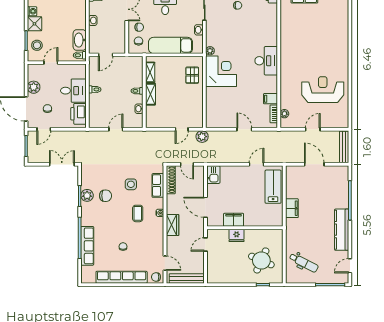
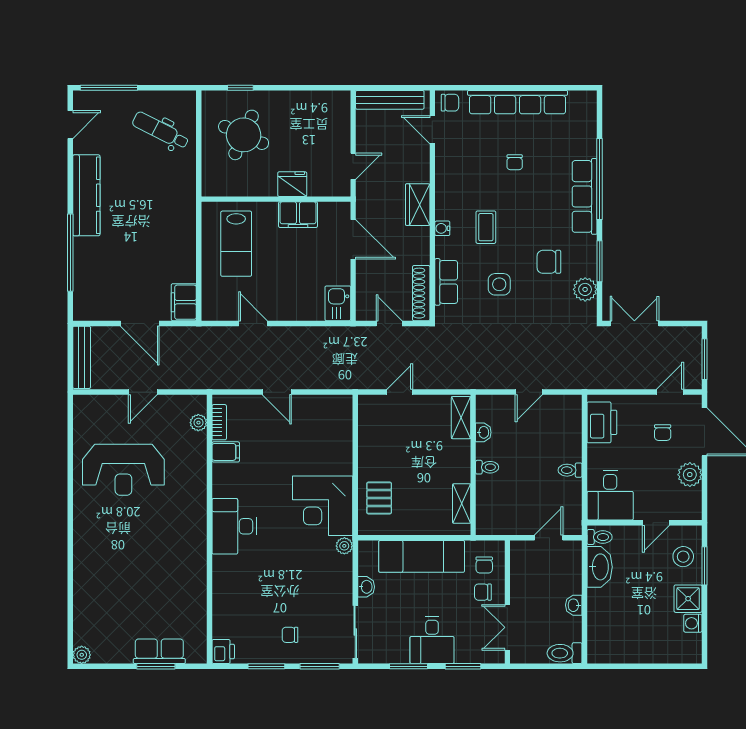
desk: (73, 91) -> (610, 495), moved, turned -90
shelving: (150, 94) -> (461, 418), moved
plant: (202, 137) -> (360, 378), removed
double door: (62, 164) -> (634, 323), swing flipped
door: (257, 164) -> (253, 323), swing flipped
lab bench: (273, 187) -> (236, 244), moved
plant: (87, 195) -> (585, 289), moved
filing cabinet: (292, 208) -> (184, 302), moved
row of seats: (87, 246) -> (585, 196), moved

